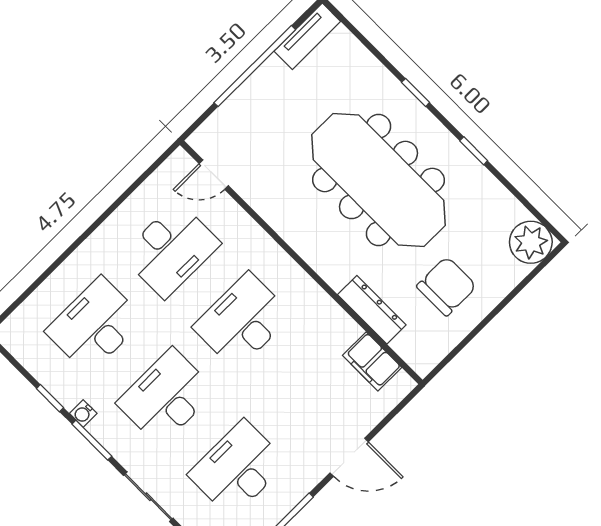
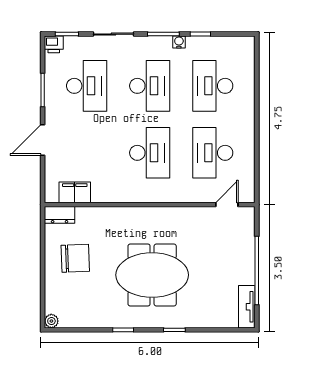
meeting table: (379, 180) -> (152, 275), width x0.73
plant: (531, 242) -> (51, 321), width x0.53, depth x0.53
chair: (447, 286) -> (75, 258), turned -92
dresser: (372, 310) -> (60, 215), moved, width x0.70
desk: (95, 325) -> (213, 86), turned 180

